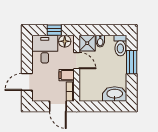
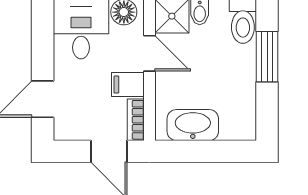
washbasin: (115, 94) -> (193, 125), moved

